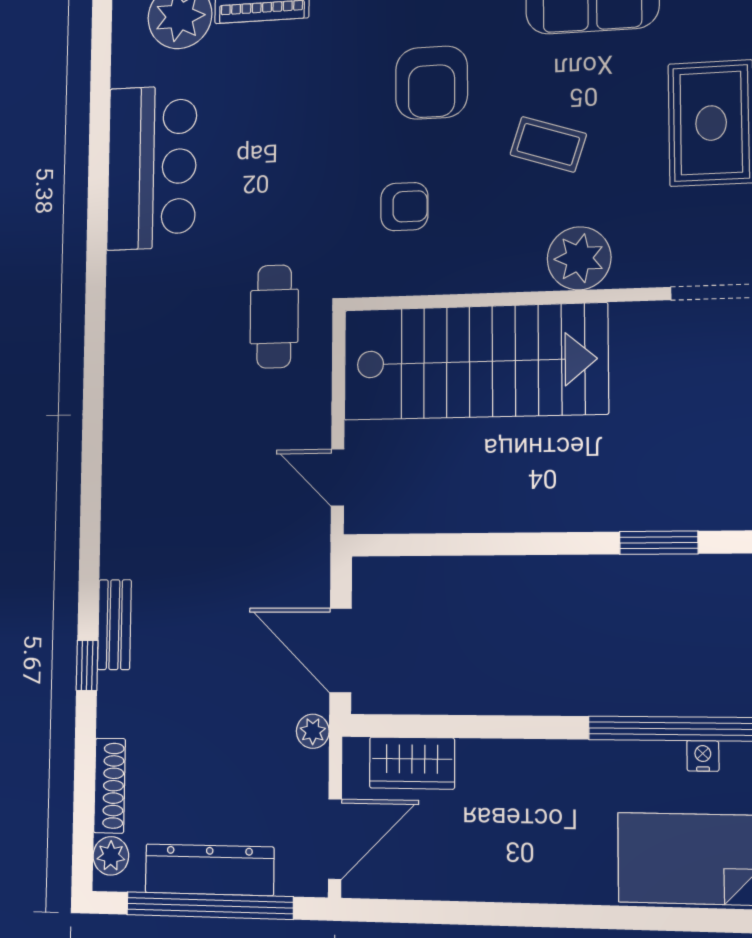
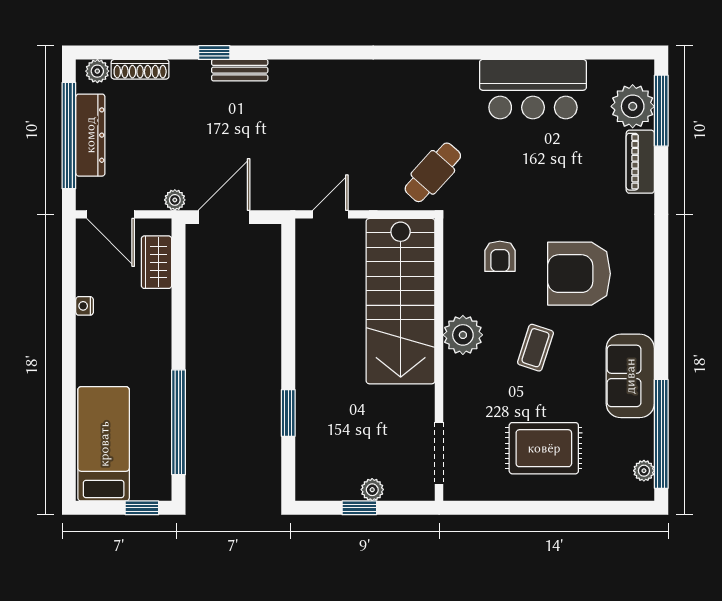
armchair: (432, 83) -> (579, 274), width x1.36, depth x1.36
plant: (579, 258) -> (463, 335), moved
cafe table: (274, 316) -> (433, 172), turned -48
nightstand: (703, 756) -> (85, 306), moved, turned 180

